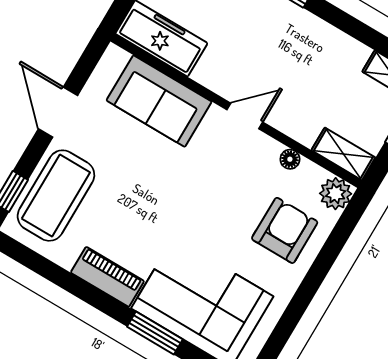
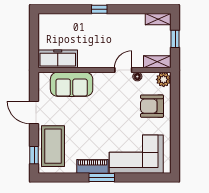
door: (245, 116) -> (123, 70), moved
armchair: (285, 230) -> (152, 106), turned -90
window: (155, 333) -> (102, 177), moved

